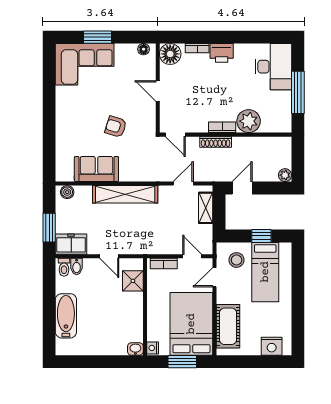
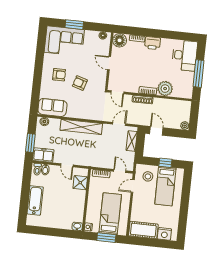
armchair: (82, 117) -> (59, 75), added
sofa: (96, 169) -> (52, 107), moved
door: (242, 188) -> (156, 131), hinge flipped
bed: (191, 324) -> (110, 214), width x0.67
cot: (228, 326) -> (143, 230), moved, turned 90

